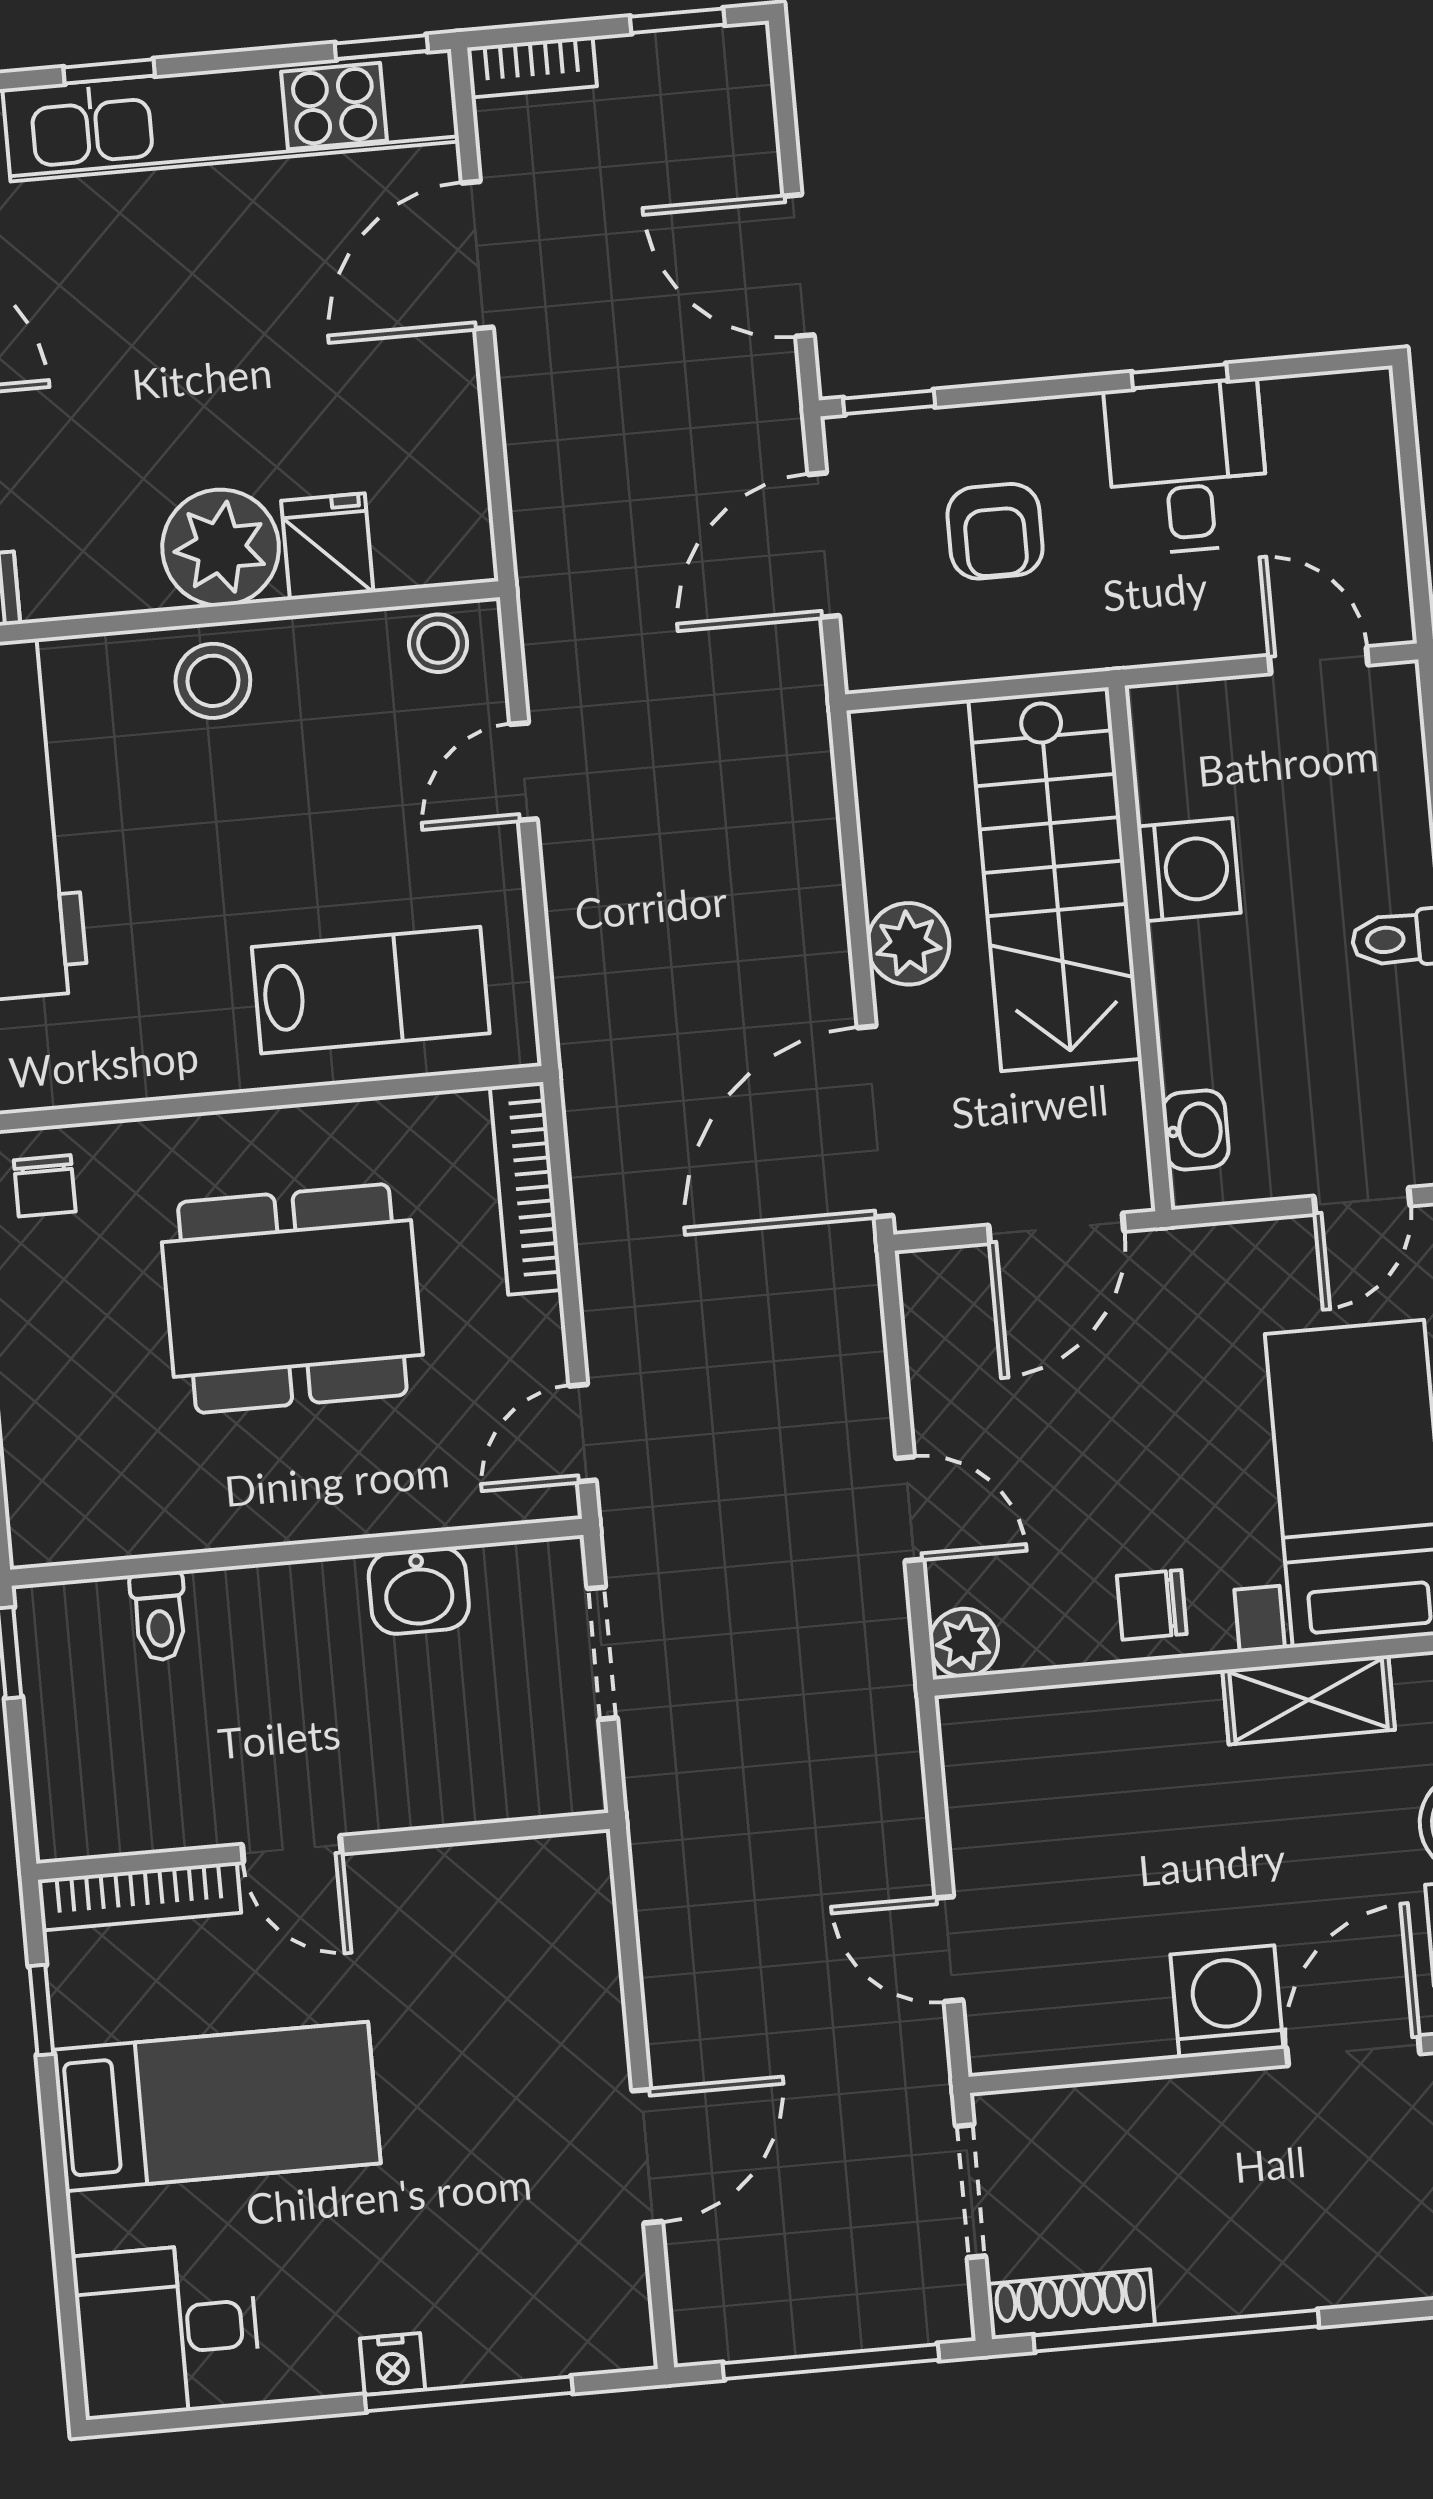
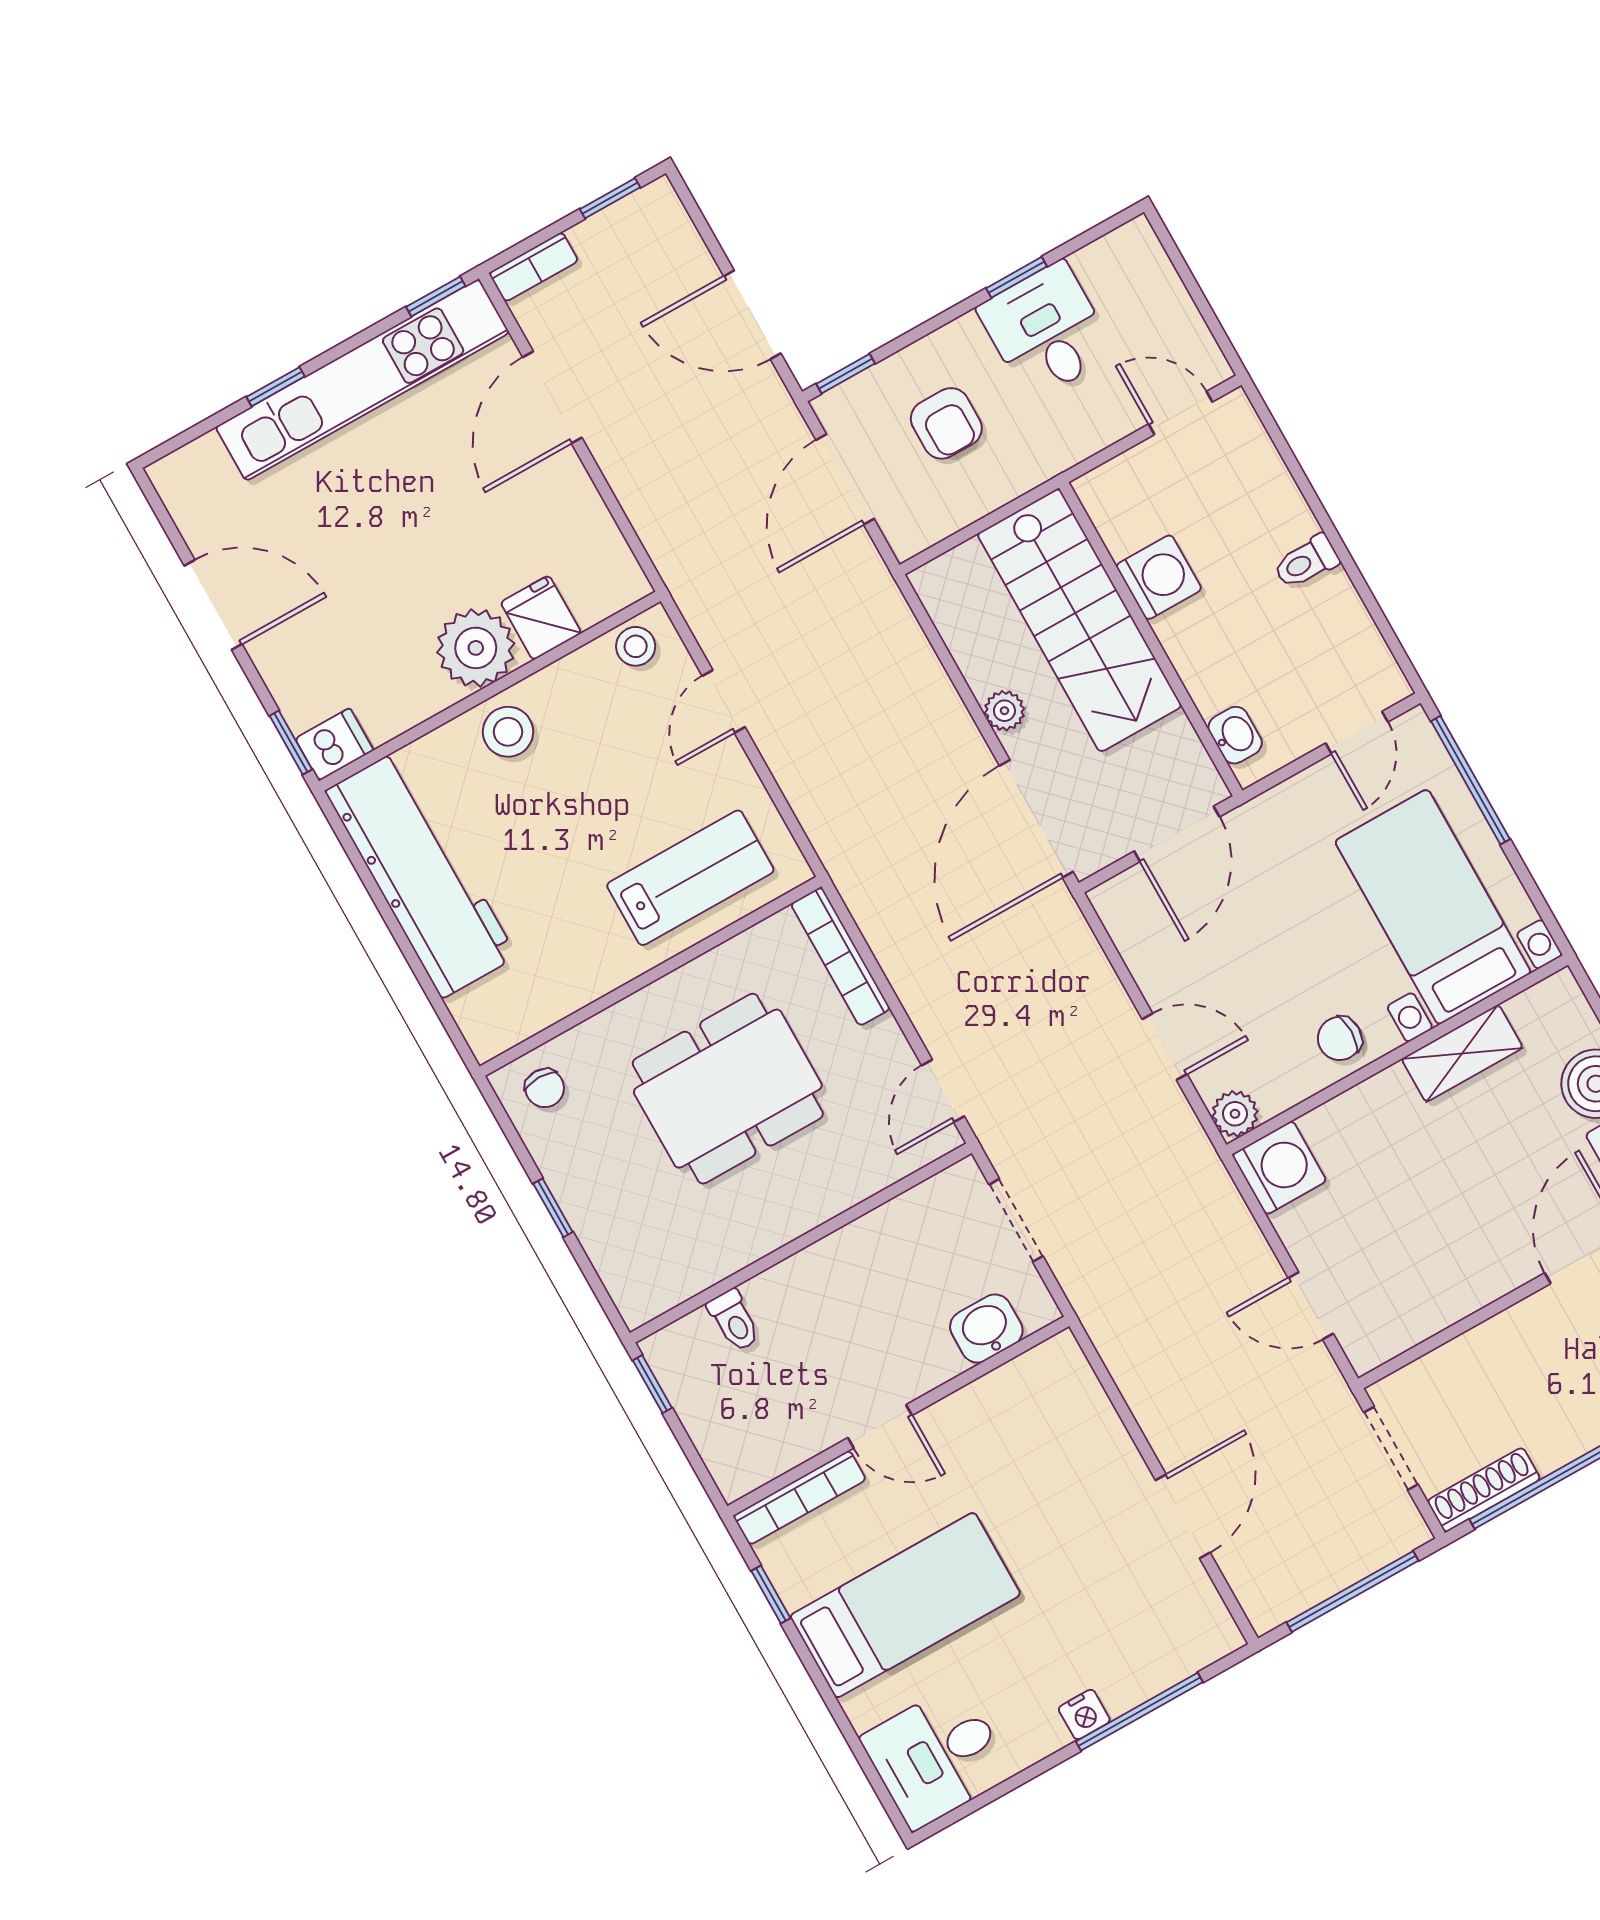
plant: (908, 944) -> (1004, 711), width x0.73, depth x0.73
washbasin: (419, 1591) -> (986, 1329), moved, turned 180
washing machine: (1227, 2002) -> (1279, 1168), moved, turned 90

